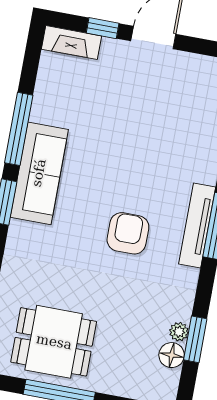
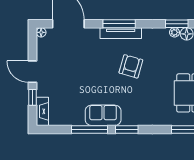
sofa: (39, 173) -> (103, 115), width x0.73
armchair: (128, 233) -> (131, 66), turned 106

